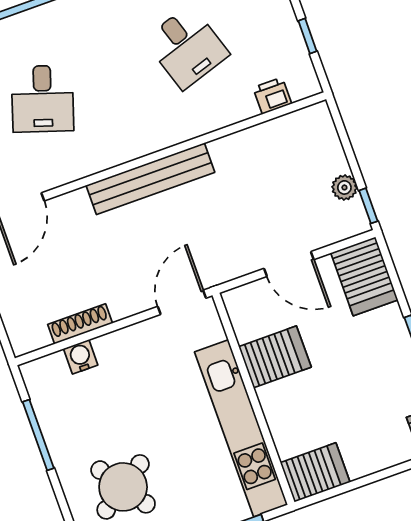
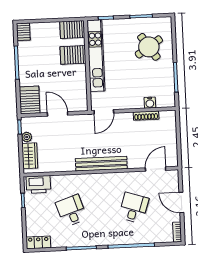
printer: (272, 96) -> (38, 184), width x1.87, depth x1.48
wardrobe: (324, 146) -> (30, 156), added
server rack: (275, 357) -> (73, 55), moved

